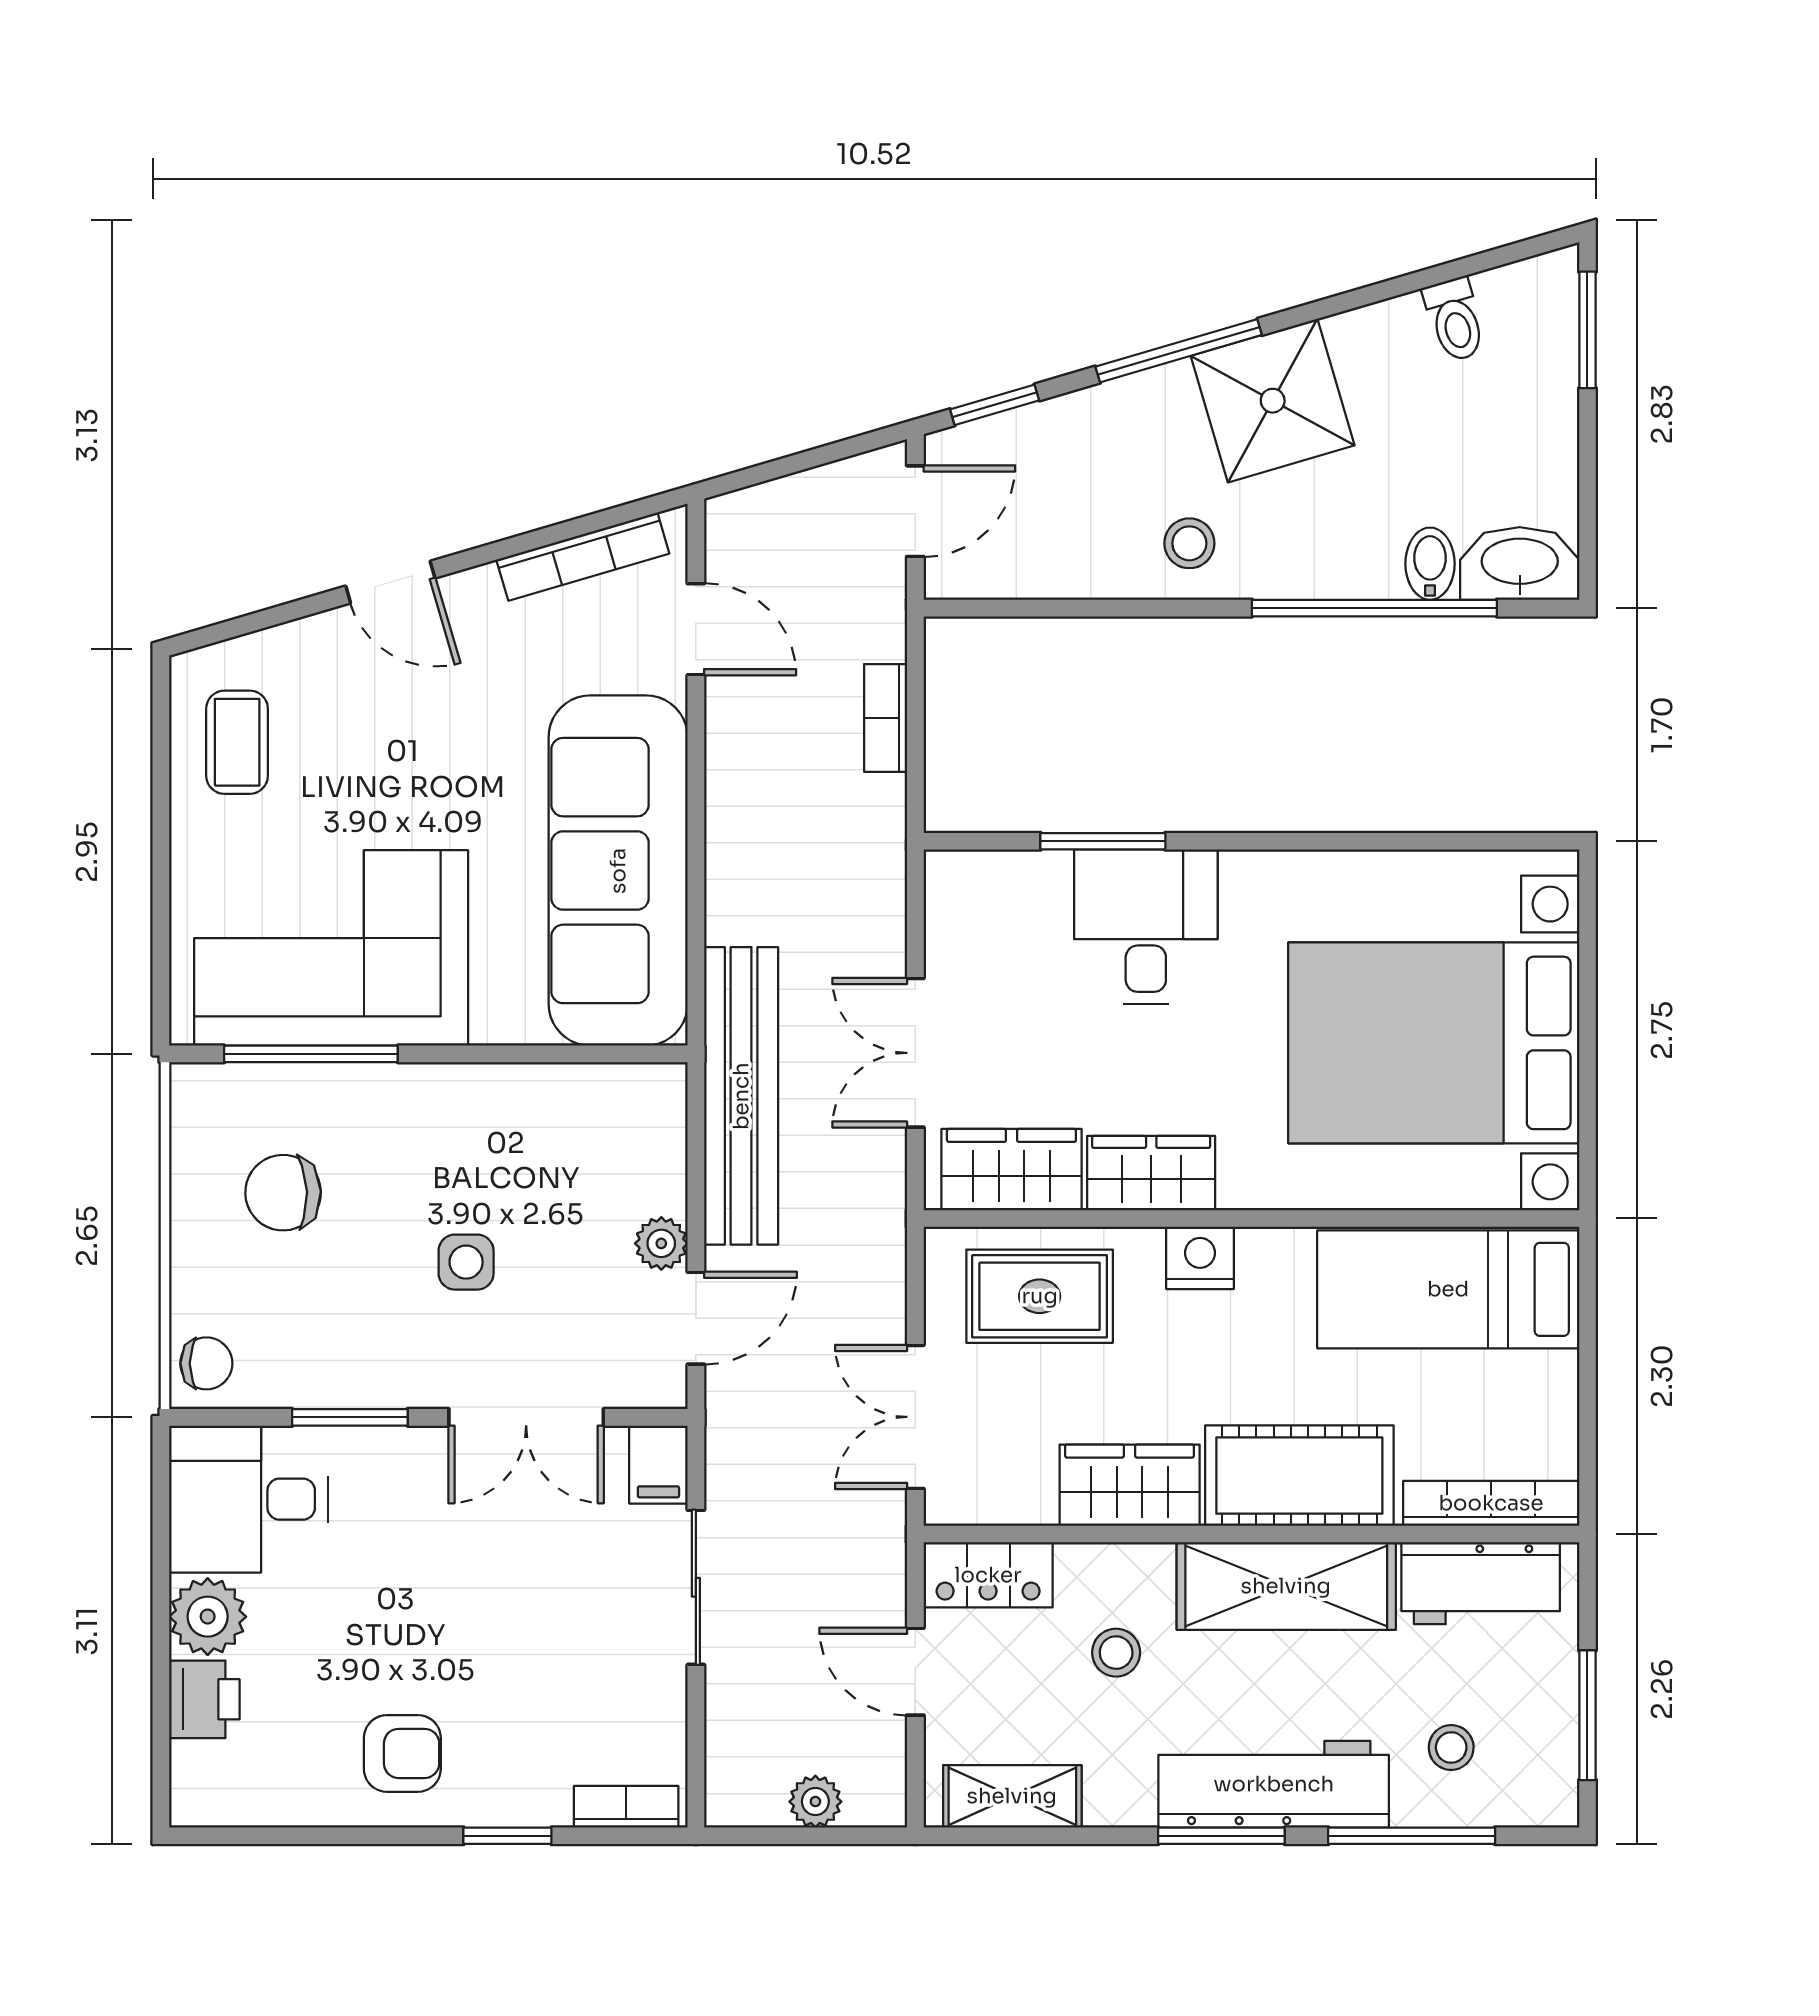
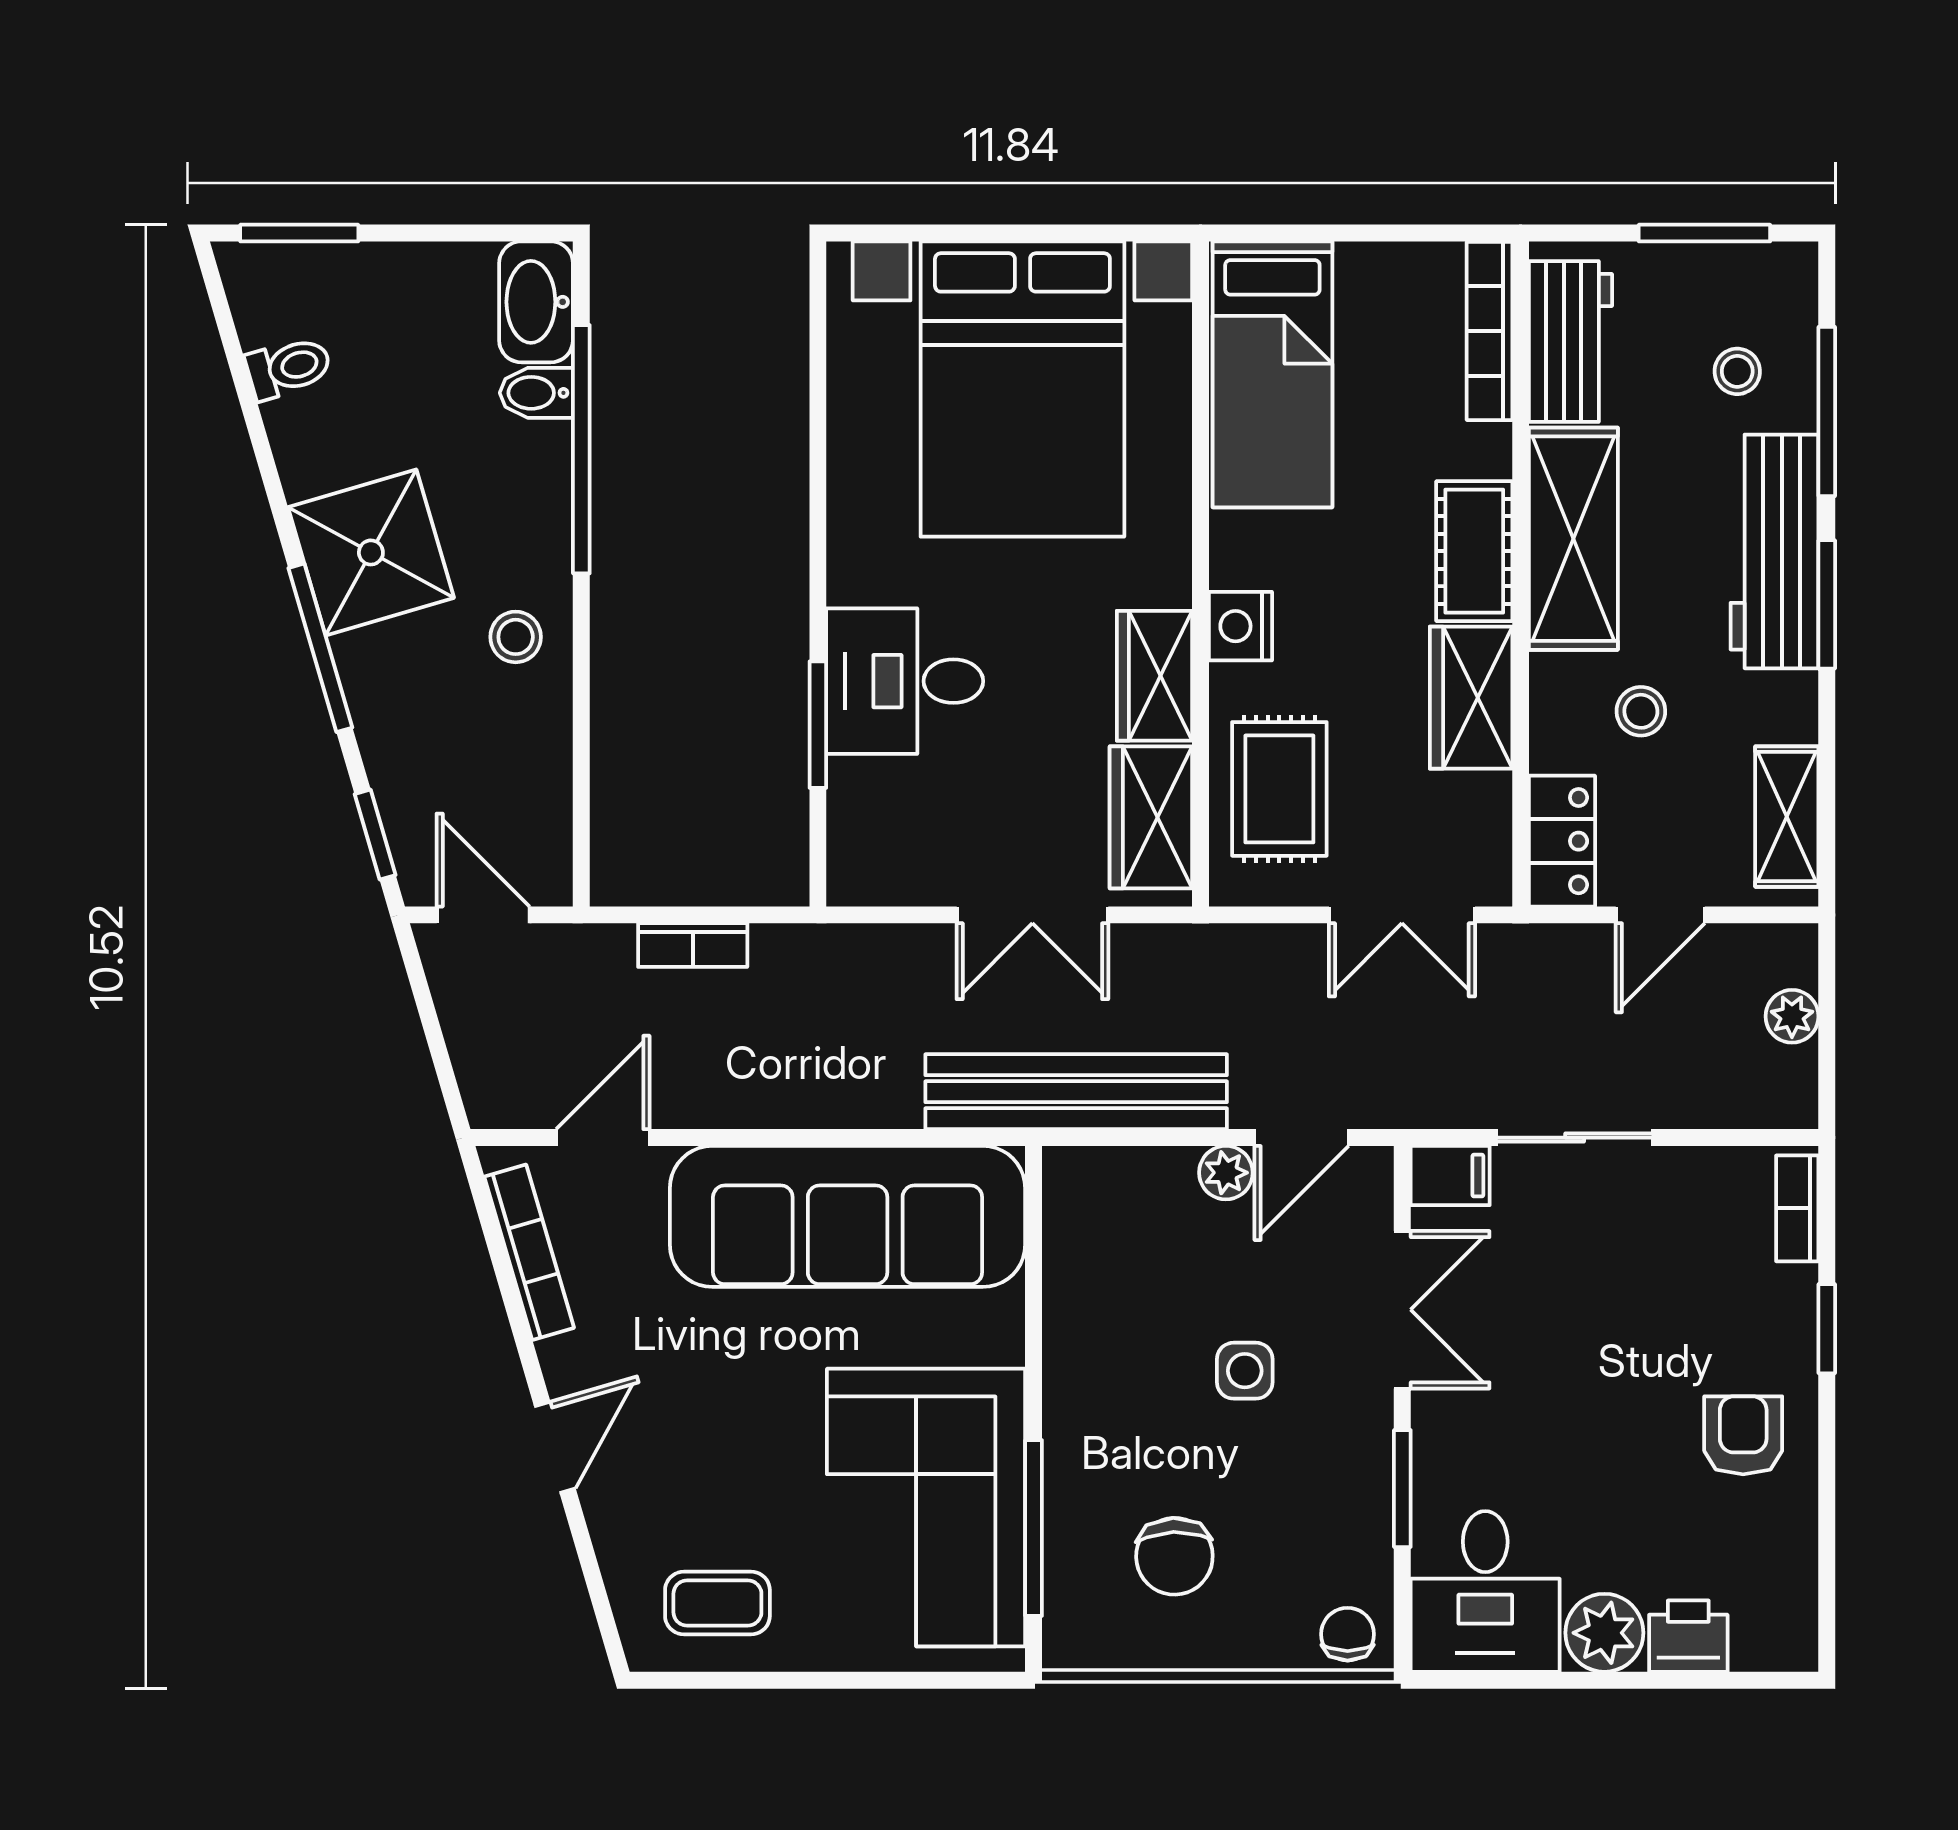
door: (696, 1318) -> (1302, 1138), swing flipped
cot: (1299, 1476) -> (1474, 551), width x0.73, depth x0.75

